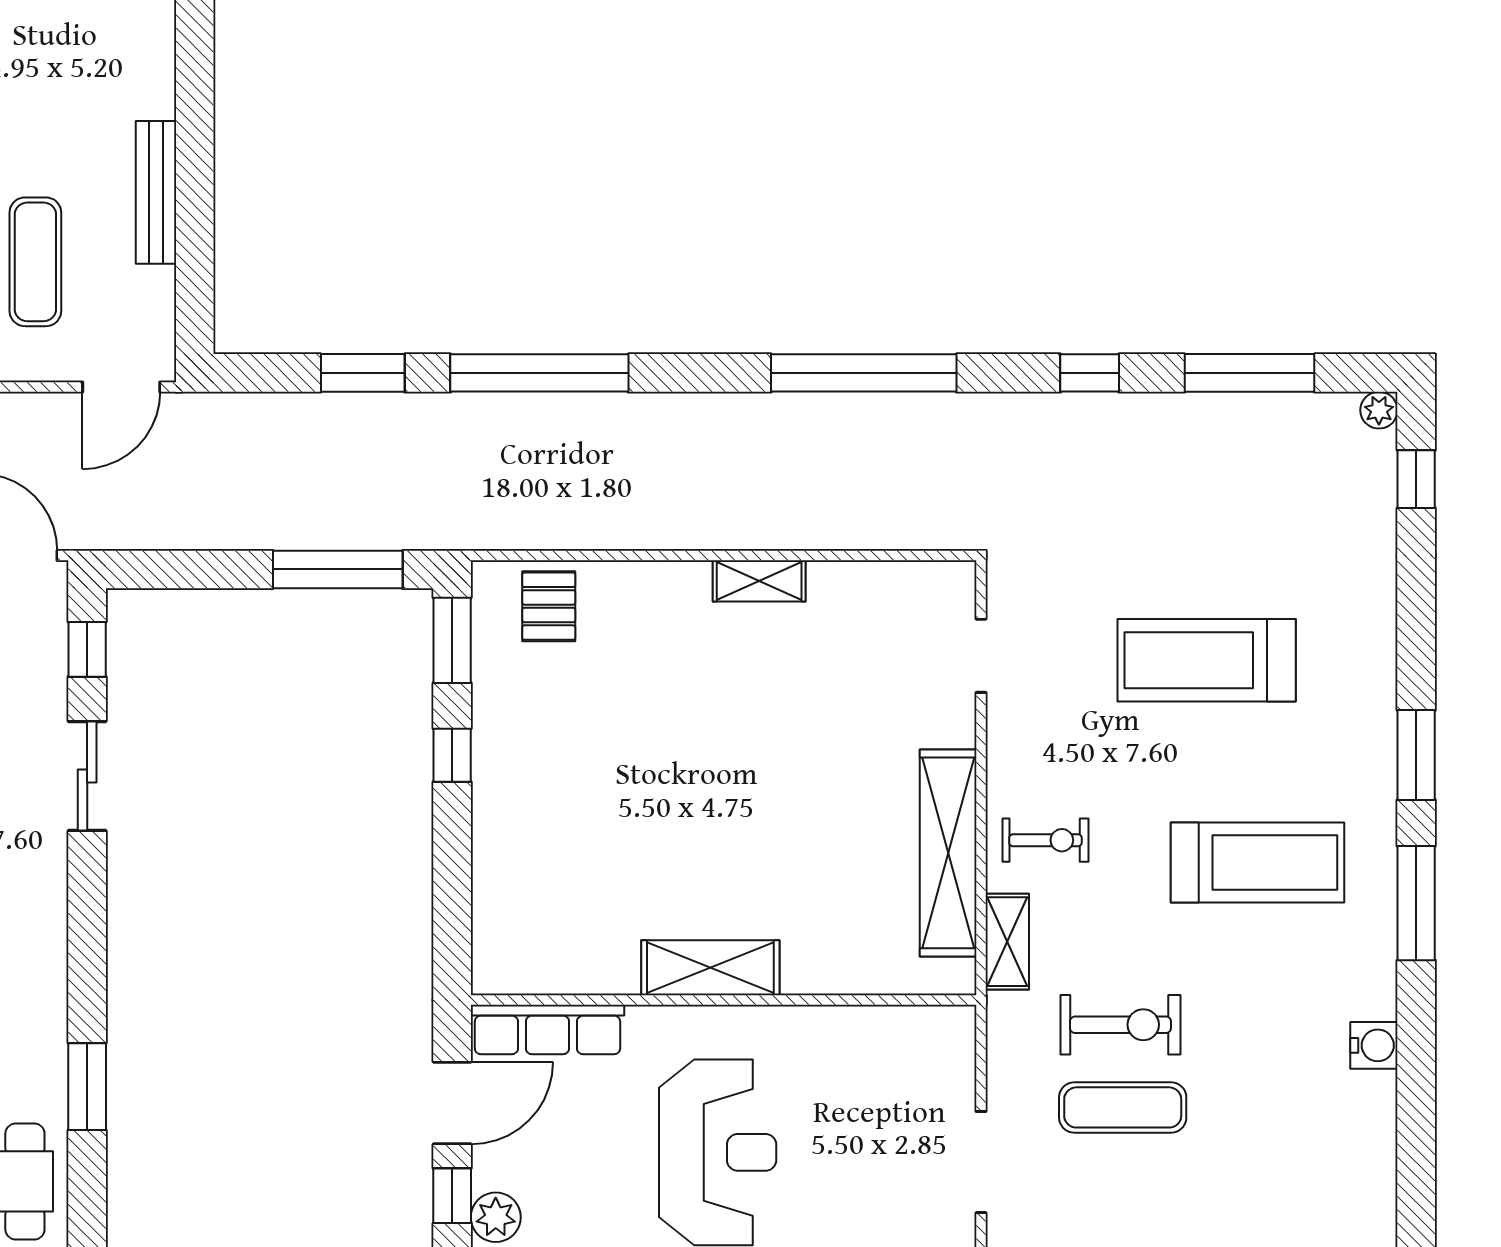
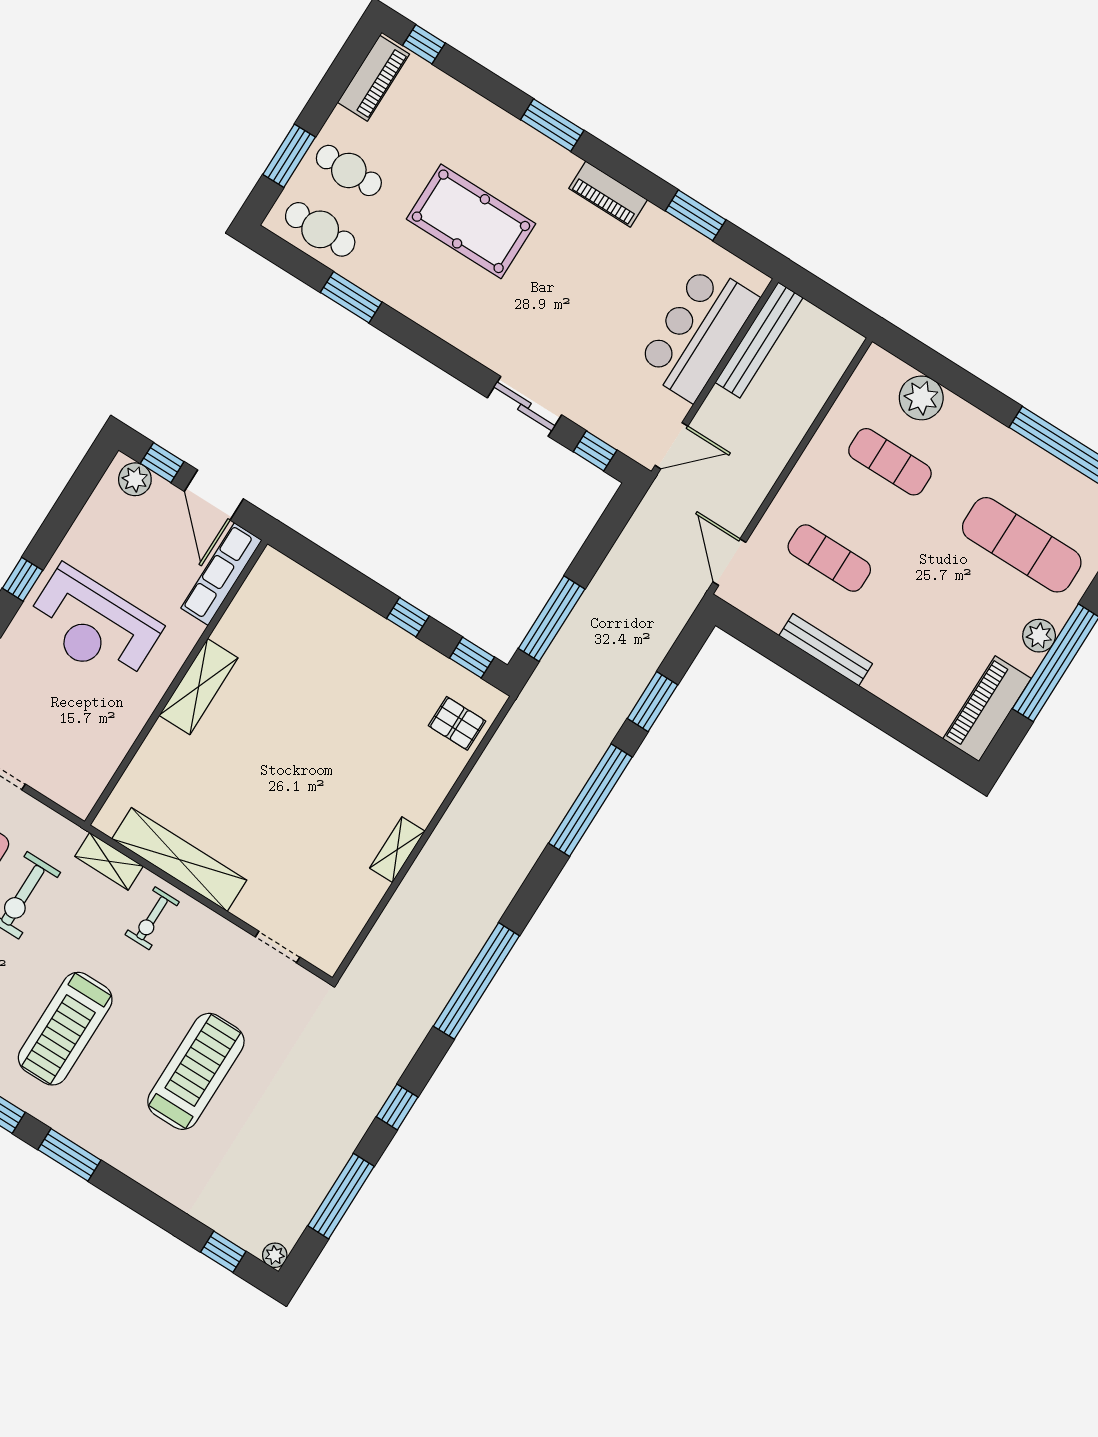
window: (452, 640) -> (472, 658), width x0.67

